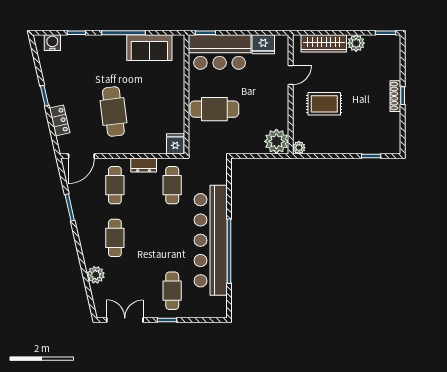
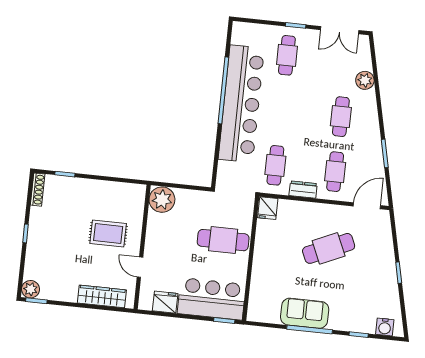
plant: (356, 43) -> (31, 289), moved
sofa: (149, 48) -> (305, 313), moved
door: (291, 75) -> (140, 267), hinge flipped
shoe rack: (395, 96) -> (38, 190), moved
cafe table: (113, 112) -> (329, 248), turned 73
locker: (59, 120) -> (386, 245), removed
plant: (299, 148) -> (139, 191), removed

